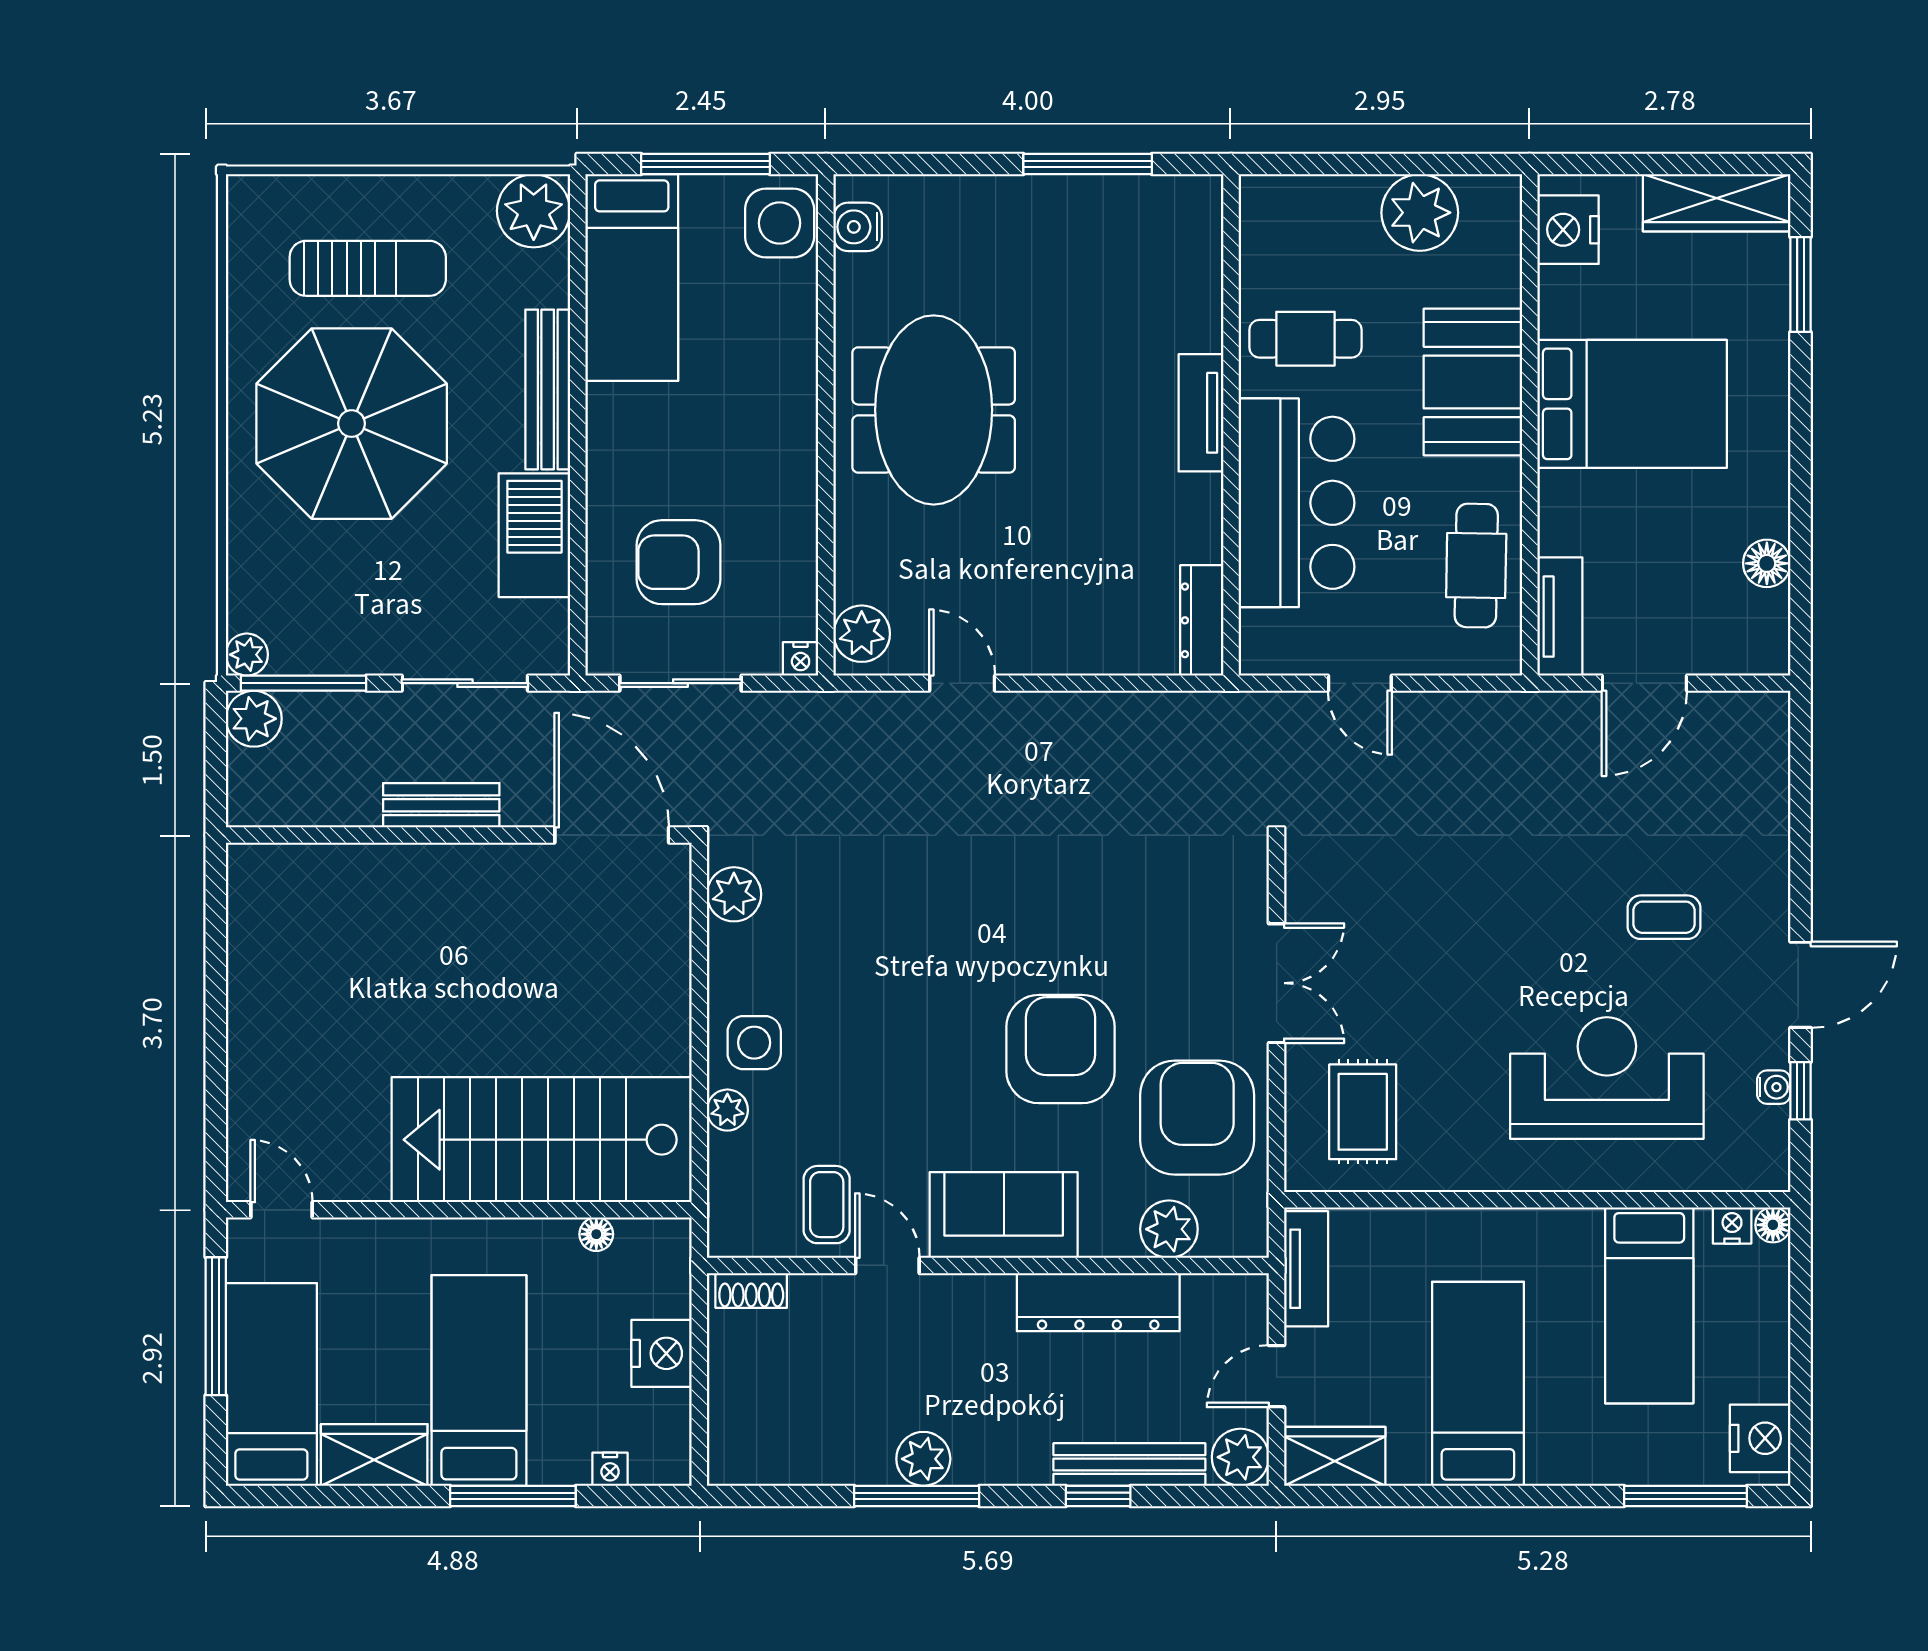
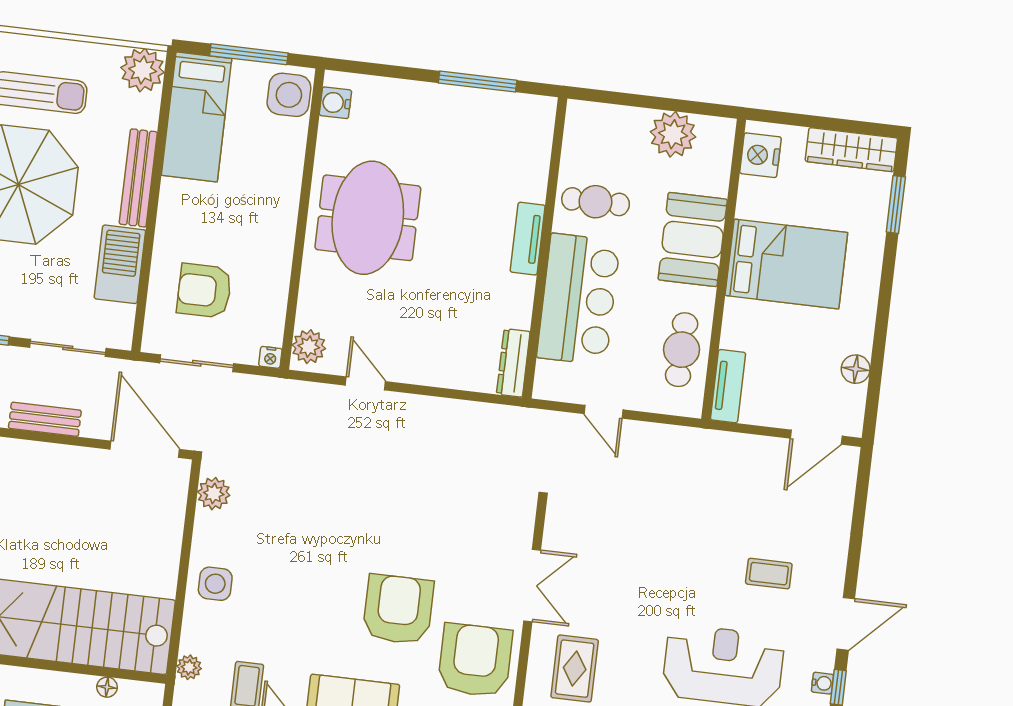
door: (1644, 683) -> (816, 437), moved
plant: (727, 1110) -> (189, 667), moved

